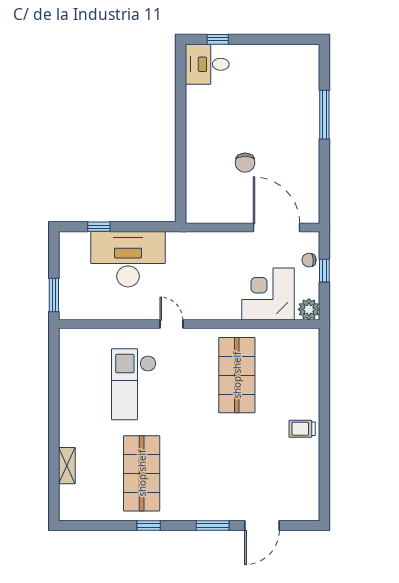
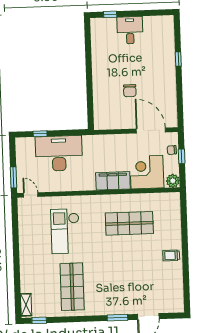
desk: (207, 64) -> (130, 30), moved, turned 90
window: (324, 115) -> (178, 59), width x0.46
filing cabinet: (213, 306) -> (113, 181), added
door: (171, 324) -> (31, 195), moved
shop shelf: (237, 375) -> (129, 223), turned 90
shelving: (67, 466) -> (26, 305), moved
window: (149, 525) -> (39, 320), moved

